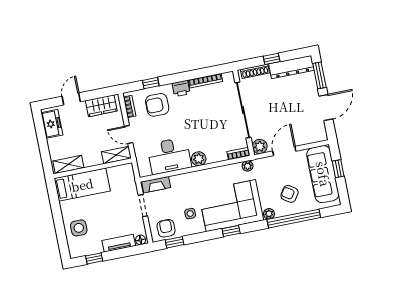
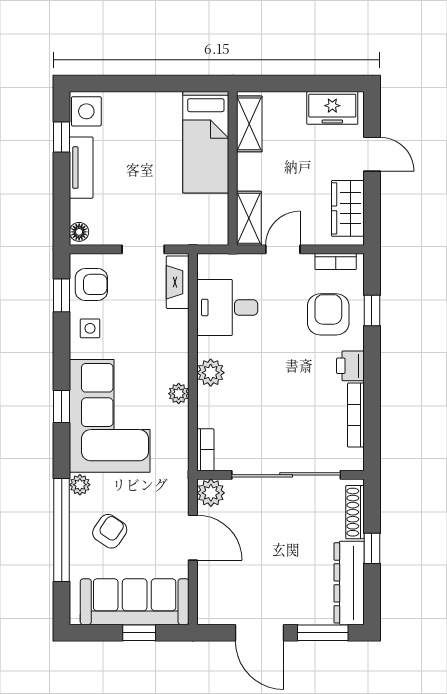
desk: (169, 156) -> (227, 308), width x0.73
plant: (248, 166) -> (179, 394), moved
side table: (190, 214) -> (90, 328), moved
side table: (79, 228) -> (86, 111), moved
tv unit: (119, 243) -> (81, 168), moved

